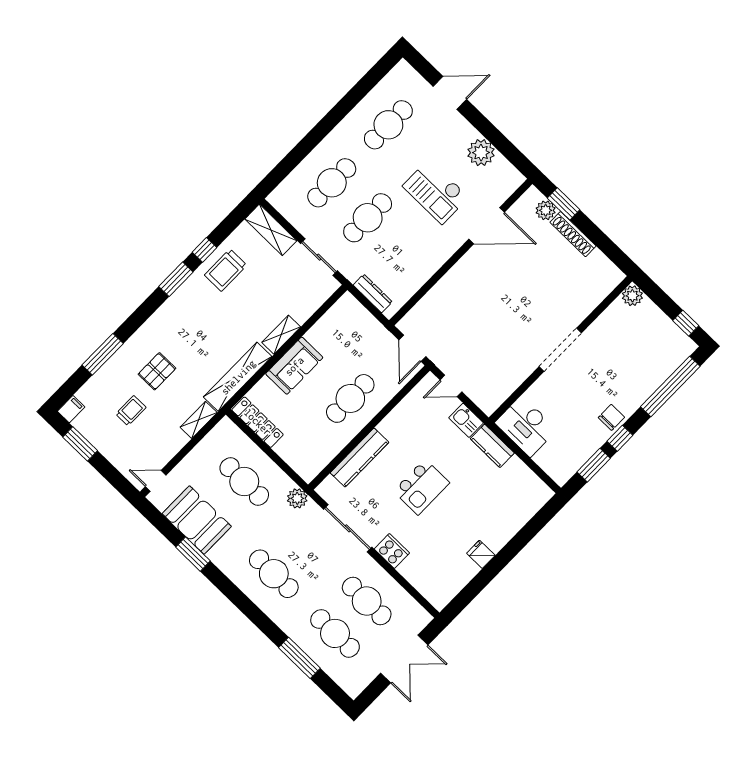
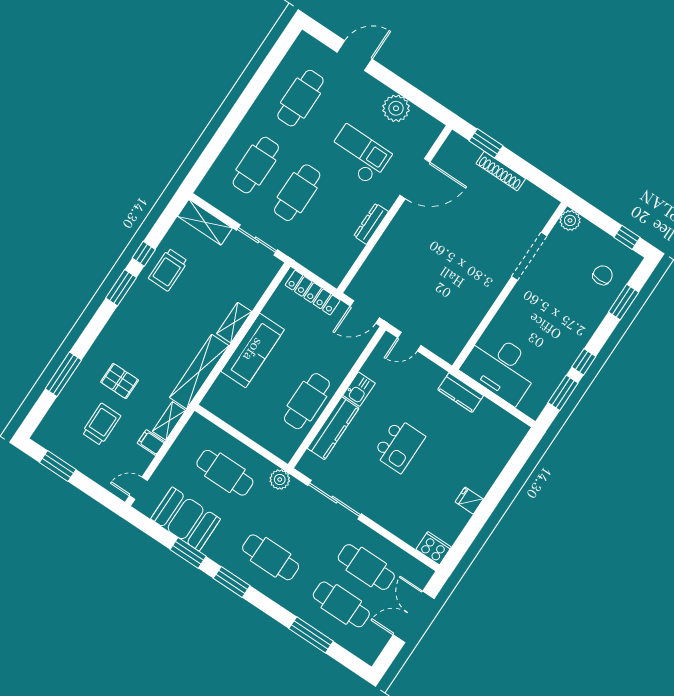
checkout: (436, 192) -> (359, 155), turned 180
plant: (546, 210) -> (470, 153), removed
dresser: (373, 293) -> (371, 224), moved, turned -90
door: (412, 348) -> (365, 312), hinge flipped
doorway: (560, 350) -> (529, 256), moved
sofa: (294, 366) -> (253, 350), width x1.36
pallet: (157, 371) -> (120, 381), turned 90
window: (670, 386) -> (624, 302), width x0.47
cafe table: (350, 398) -> (307, 401), moved
filing cabinet: (71, 409) -> (151, 443), moved, turned -90
trolley: (131, 411) -> (101, 424), width x1.36, depth x1.39
chair: (611, 417) -> (603, 275), moved
kitchen sink: (466, 420) -> (359, 389), moved, turned -90
locker: (258, 422) -> (313, 293), moved, turned 180
desk: (526, 426) -> (501, 367), width x1.36, depth x1.30
cooker: (392, 551) -> (434, 548), moved
window: (231, 591) -> (232, 582), added
double door: (404, 659) -> (414, 617), swing flipped

